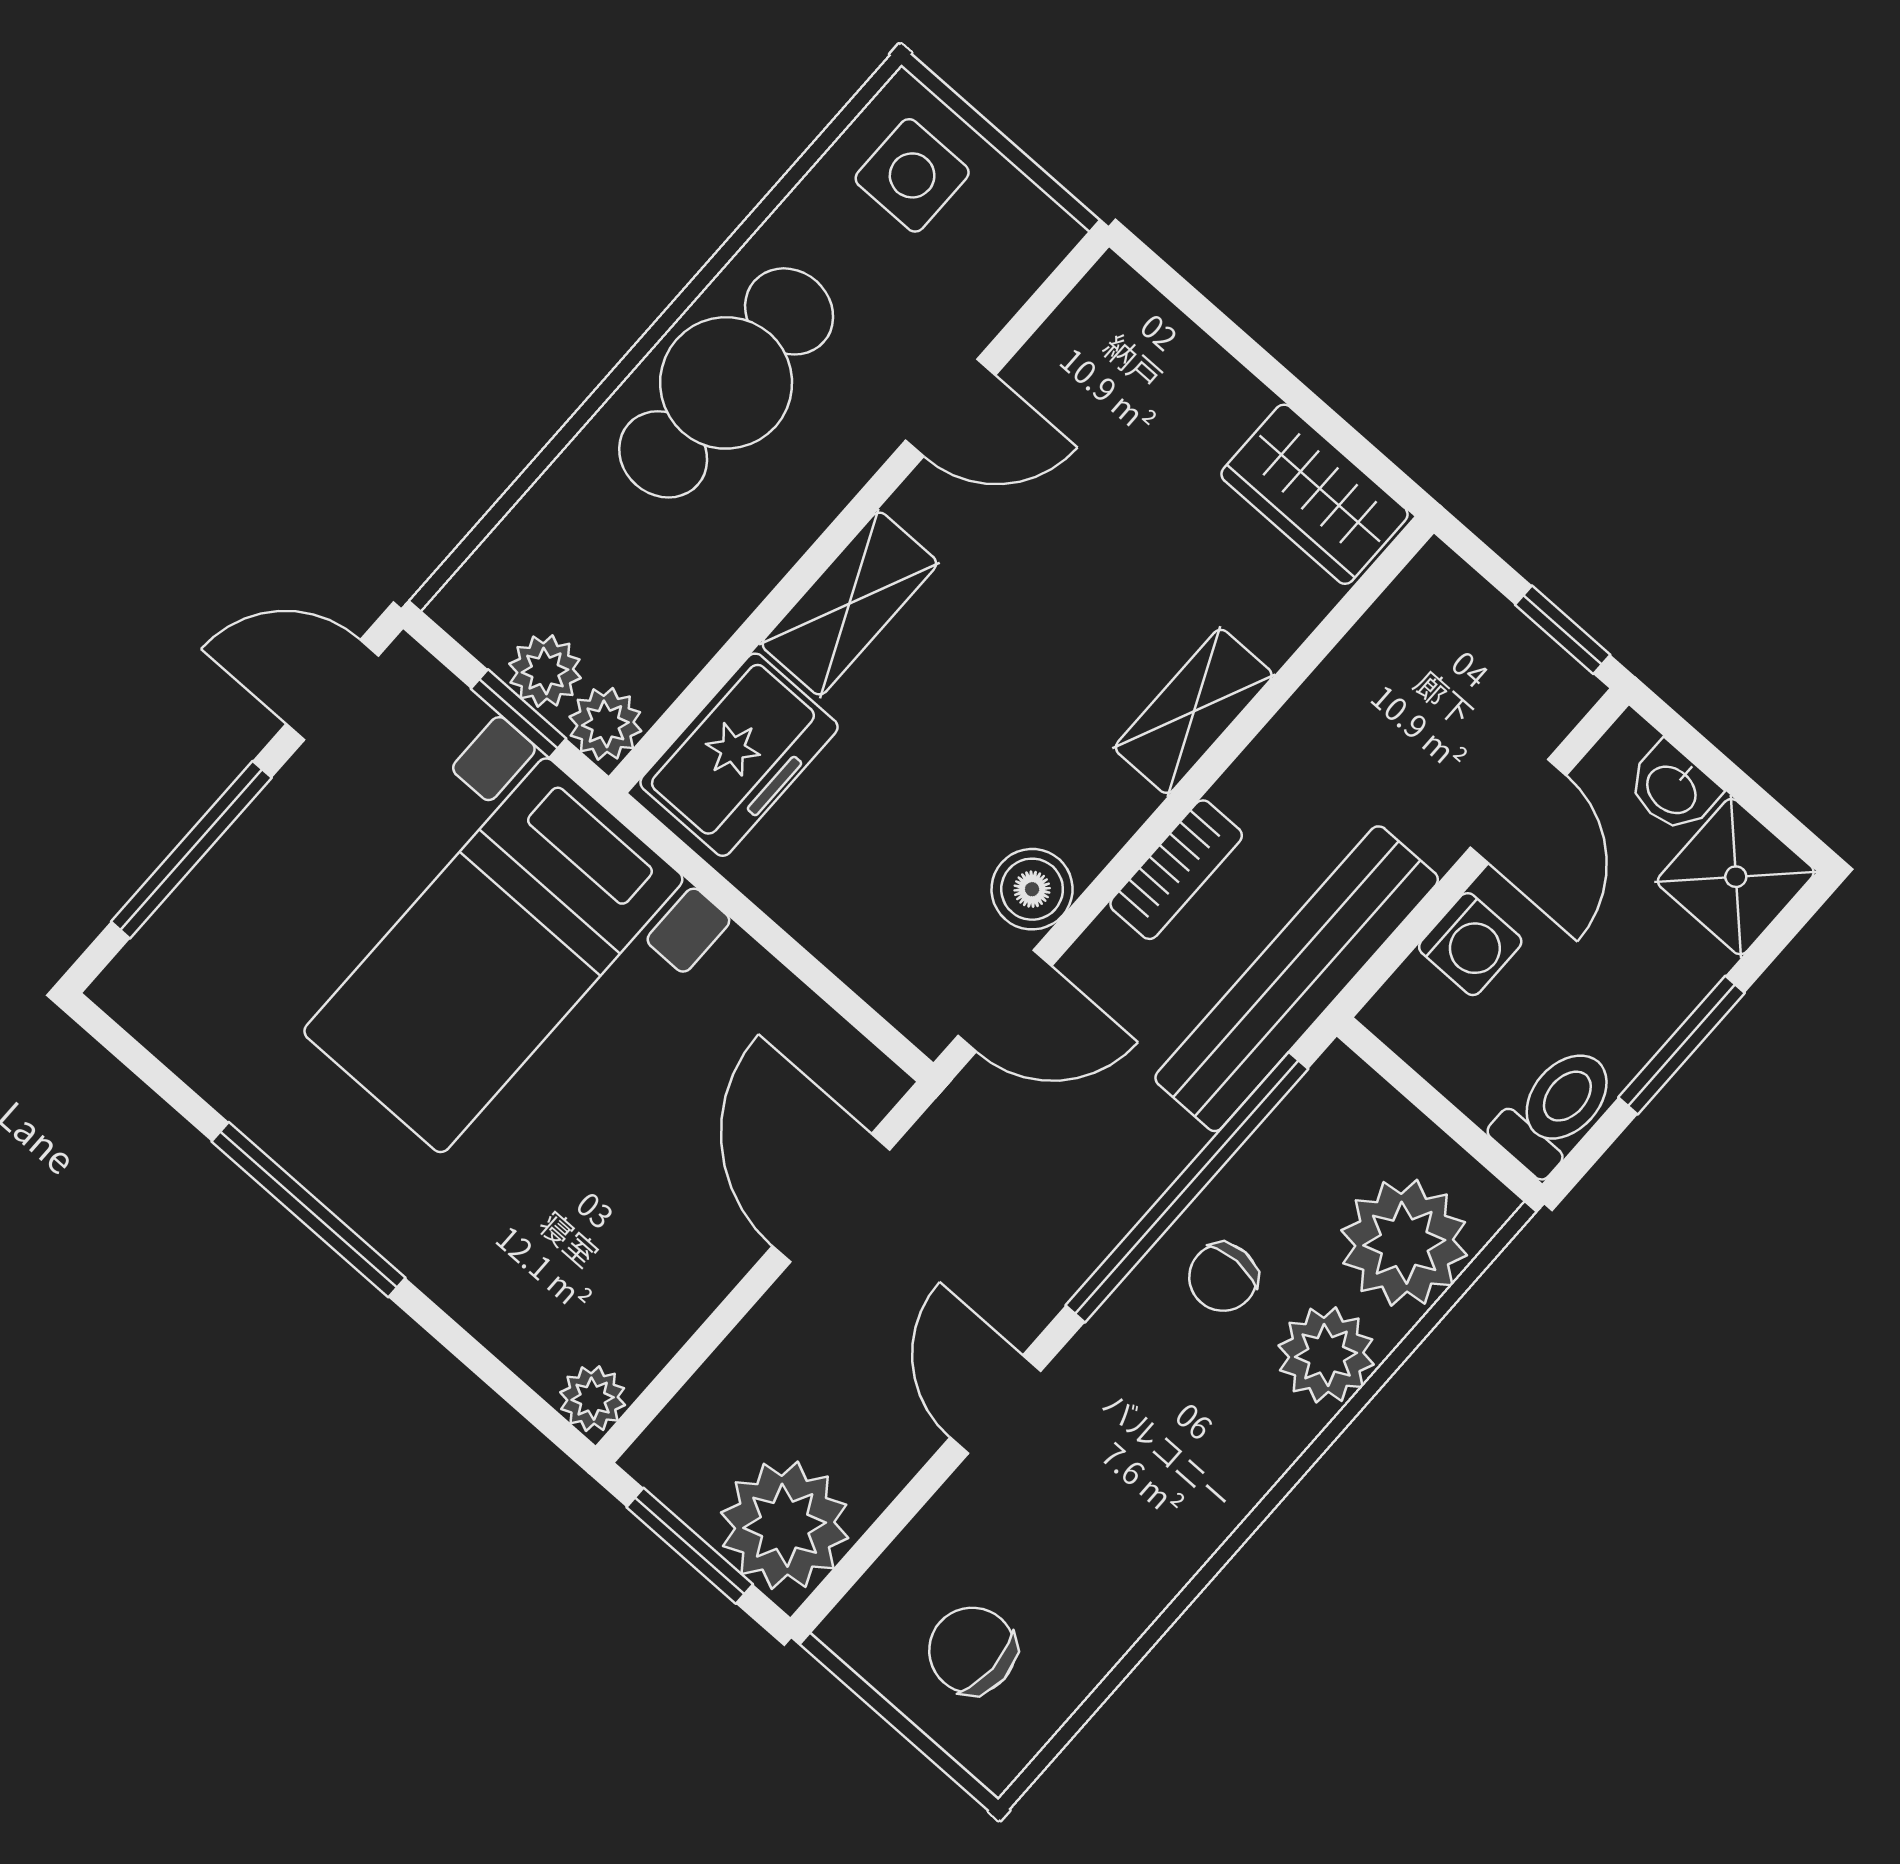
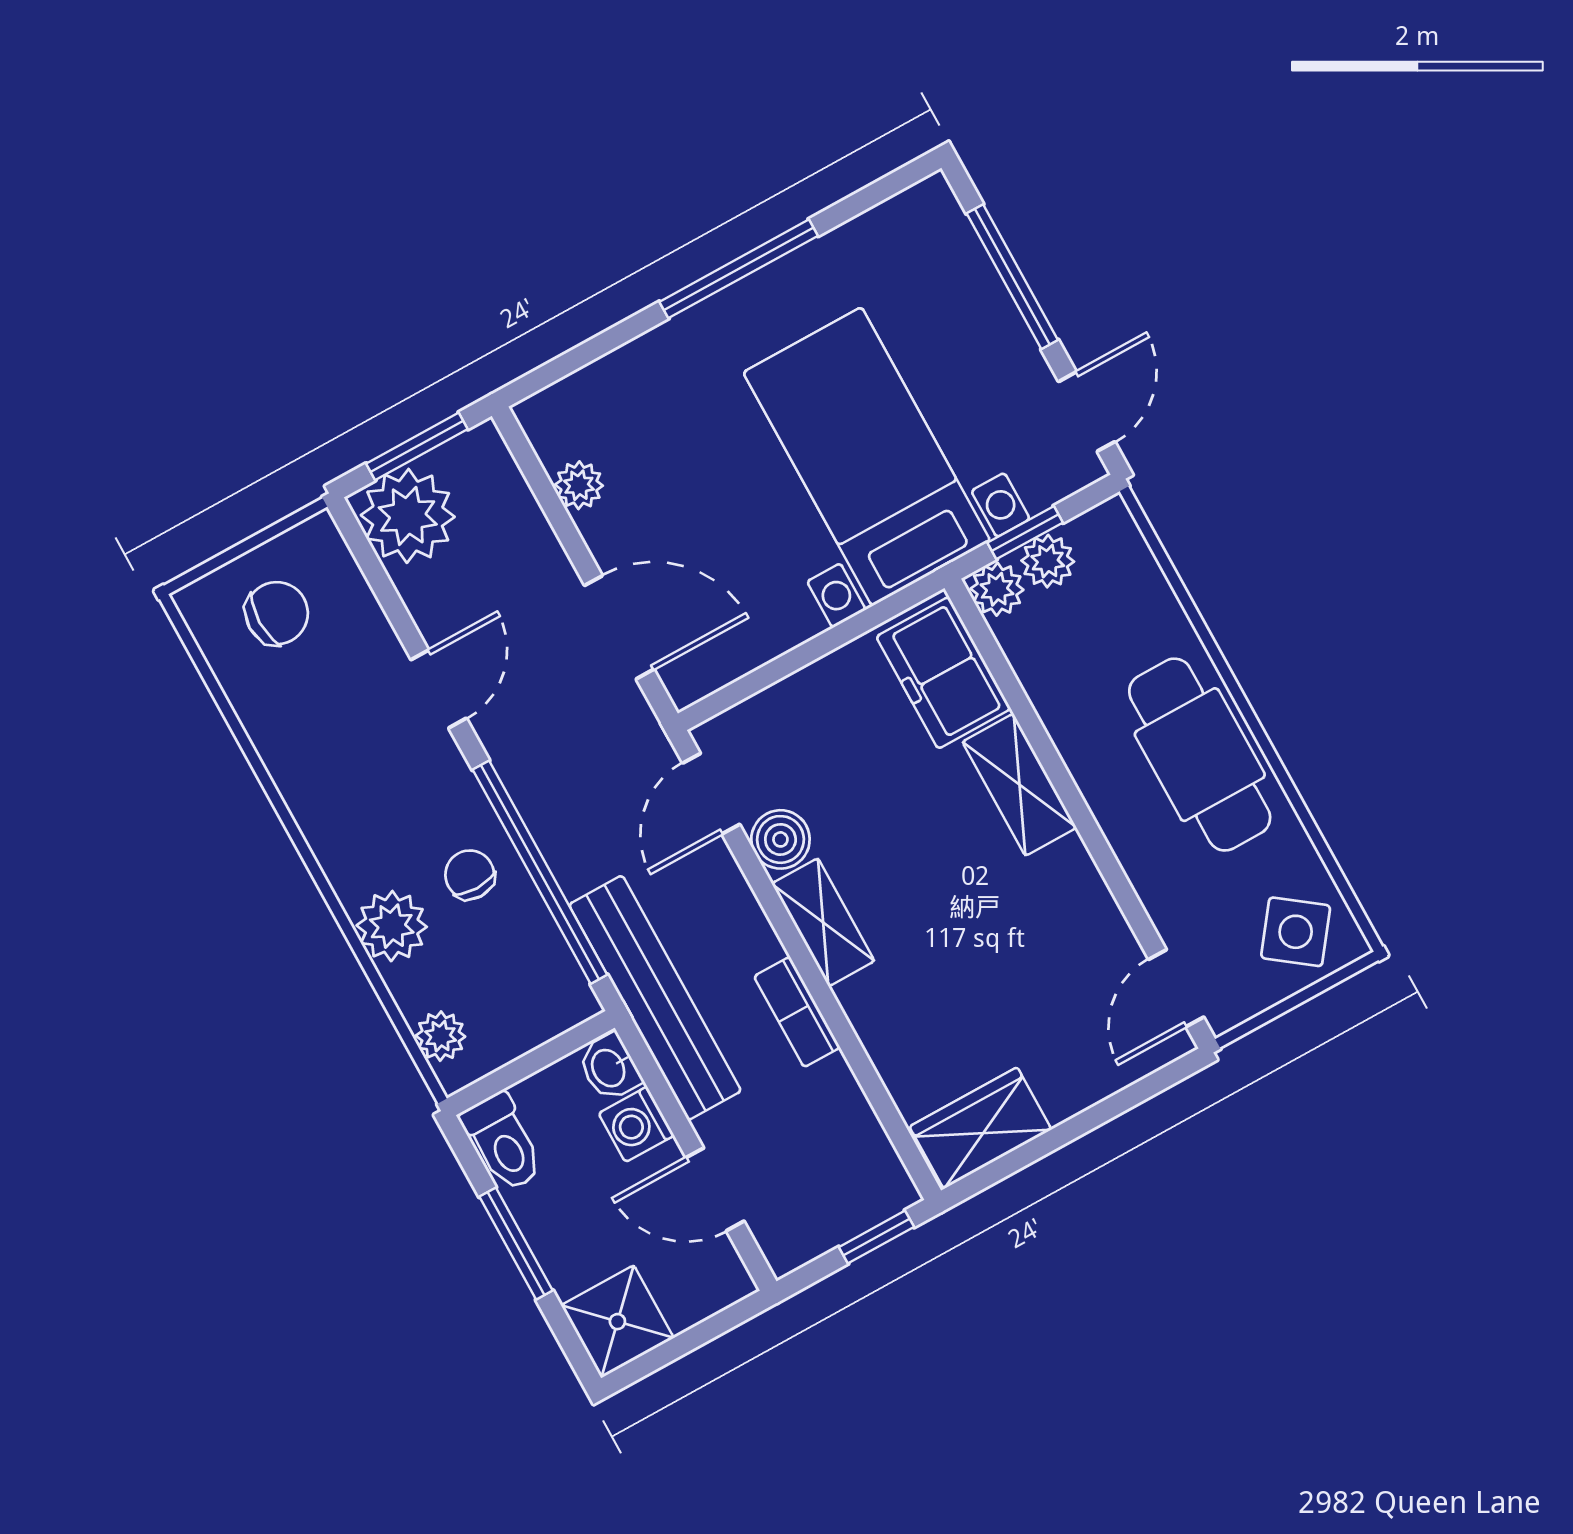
side table: (912, 175) -> (1296, 932), turned 37
door: (950, 408) -> (1176, 988), moved
window: (1563, 630) -> (876, 1237), moved
shelving: (1194, 711) -> (823, 922), moved
washbasin: (1673, 788) -> (609, 1067), moved, turned -90
bookcase: (1176, 870) -> (797, 1012), moved
plant: (1404, 1243) -> (441, 1036), width x0.53, depth x0.53
plant: (593, 1399) -> (579, 485), moved
door: (995, 1404) -> (439, 689), hinge flipped

